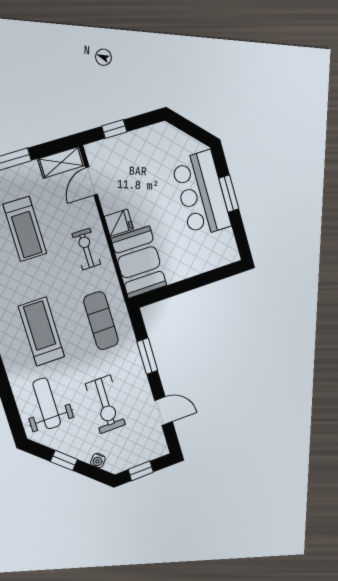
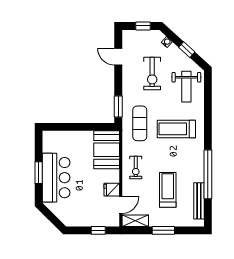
fridge: (119, 223) -> (112, 190), moved
treadmill: (41, 331) -> (176, 129), turned 90
window: (147, 356) -> (118, 106), moved
exercise bike: (105, 404) -> (152, 74), turned 180

